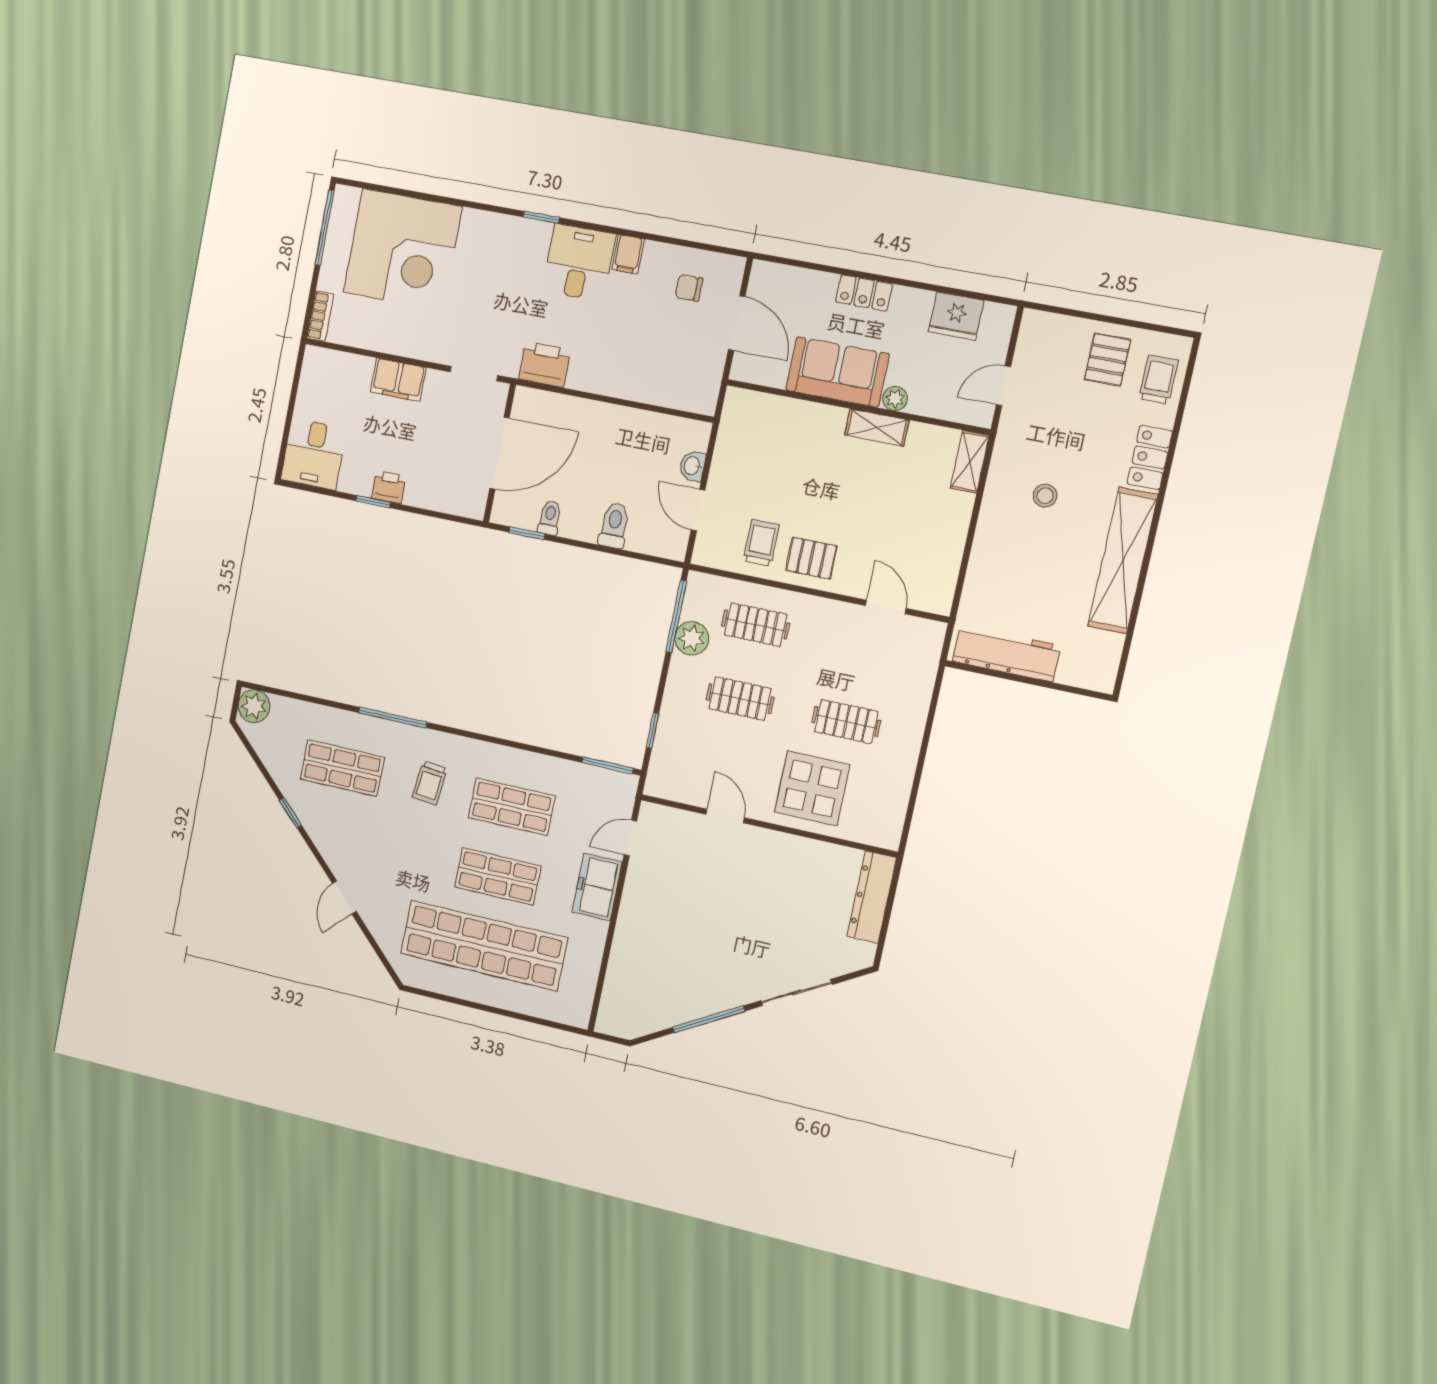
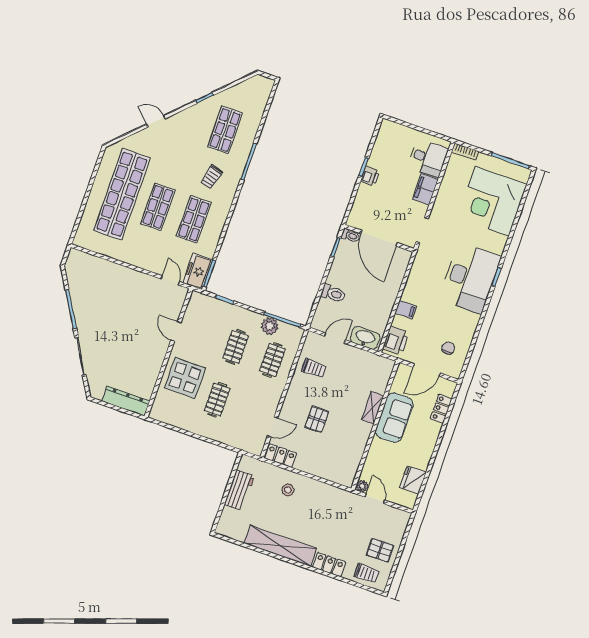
filing cabinet: (628, 254) -> (406, 310), moved, turned 180
desk: (579, 262) -> (470, 278), width x1.87, depth x1.30
locker: (864, 293) -> (441, 409), moved
printer: (545, 364) -> (396, 341), moved
plant: (895, 399) -> (362, 486), moved
shelving: (877, 428) -> (373, 408), moved
desk: (314, 454) -> (428, 158), moved, turned 180
shelving: (970, 462) -> (340, 478), removed
washbasin: (692, 466) -> (365, 338), width x1.91, depth x1.45
stool: (1045, 496) -> (288, 490), moved
toilet: (550, 518) -> (351, 236), moved
pallet: (811, 558) -> (317, 419), moved
locker: (941, 584) -> (280, 456), added
workbench: (1006, 653) -> (239, 490), width x0.73
plant: (254, 706) -> (264, 86), removed
trolley: (430, 783) -> (212, 177), turned -81
door: (725, 816) -> (176, 331), swing flipped
freezer: (597, 887) -> (198, 271), moved, turned -90

